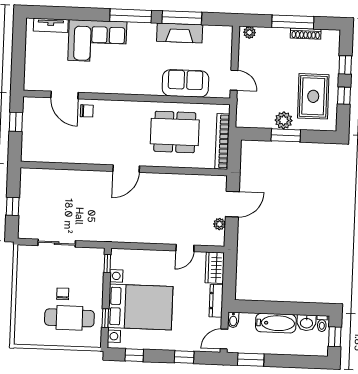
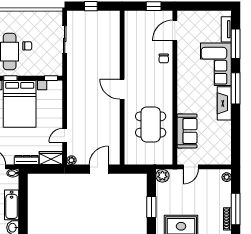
window: (182, 18) -> (236, 44), moved
fireplace: (180, 33) -> (224, 103), moved
door: (64, 95) -> (175, 30), moved
plant: (284, 120) -> (162, 176), moved
bookcase: (222, 141) -> (145, 160), removed
door: (232, 204) -> (99, 169), swing flipped
plant: (219, 224) -> (71, 160), moved
door: (185, 248) -> (65, 135), hinge flipped

